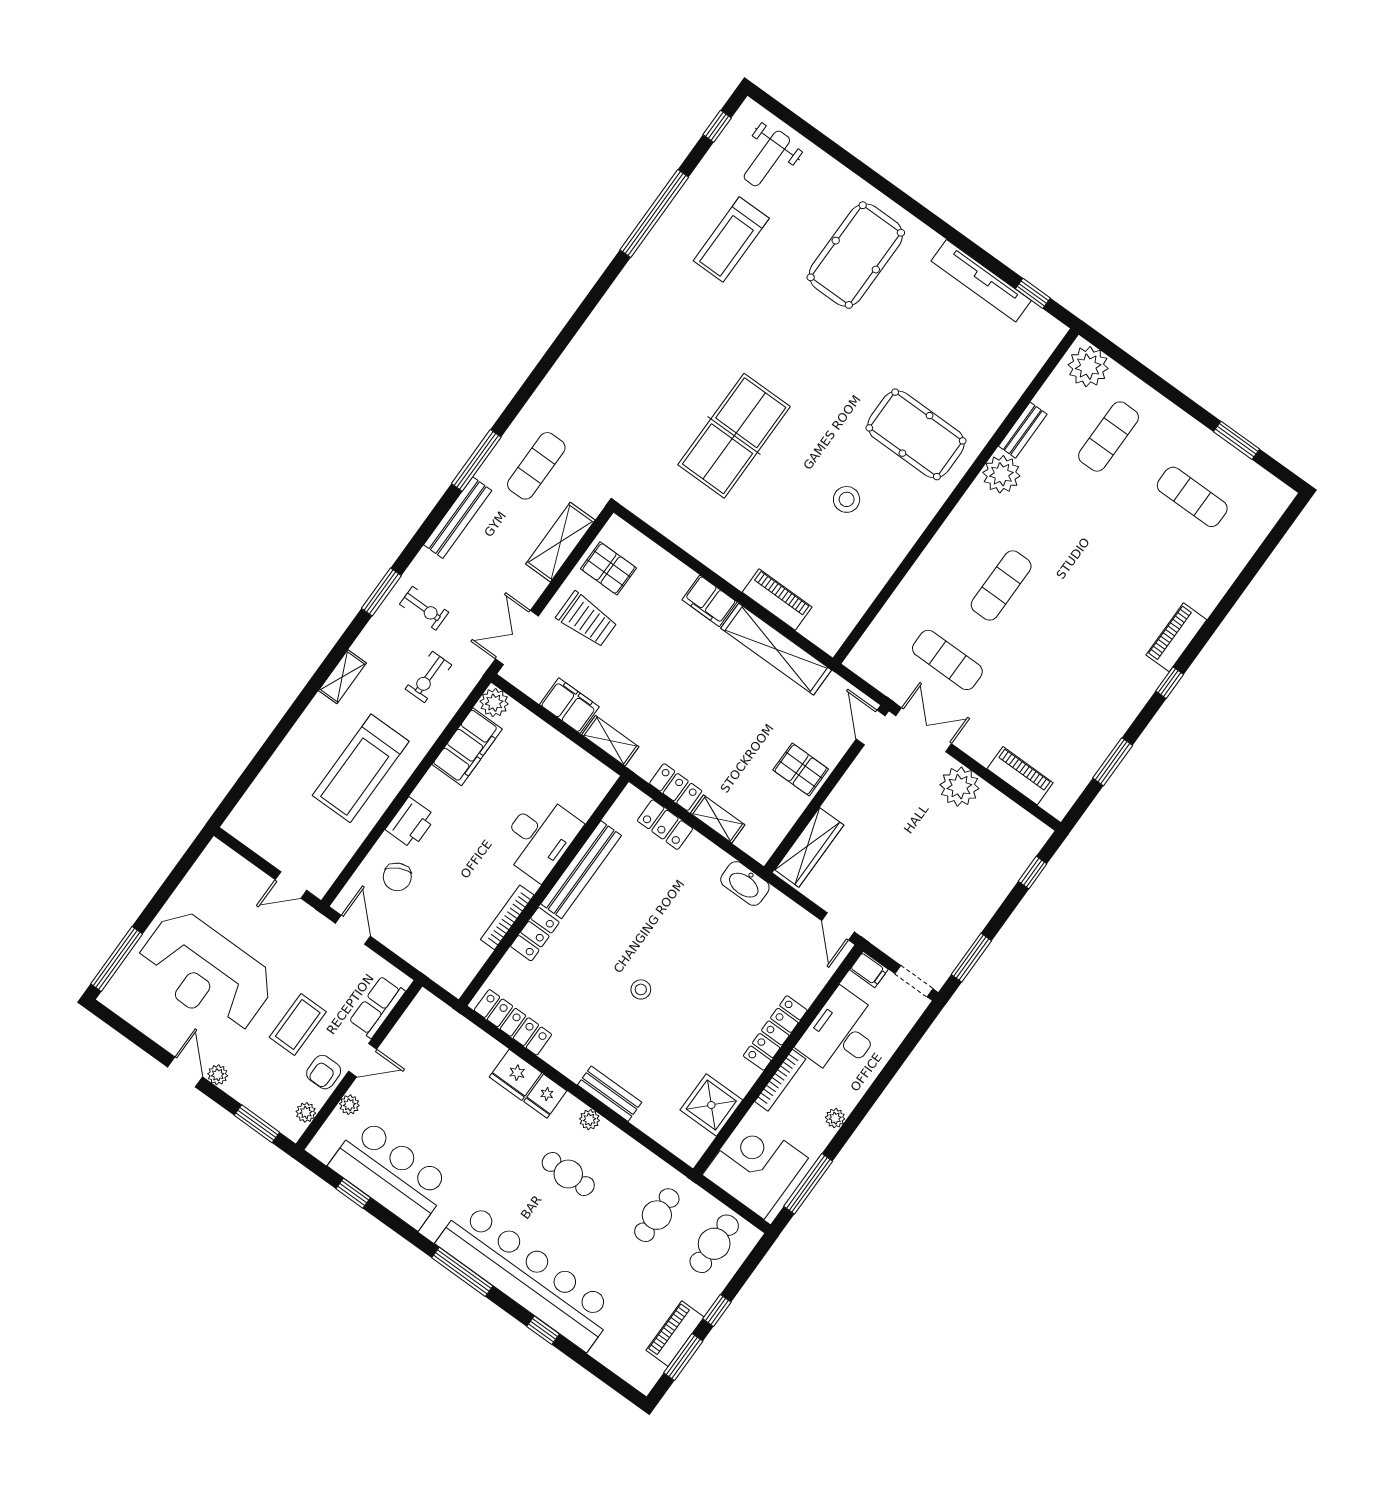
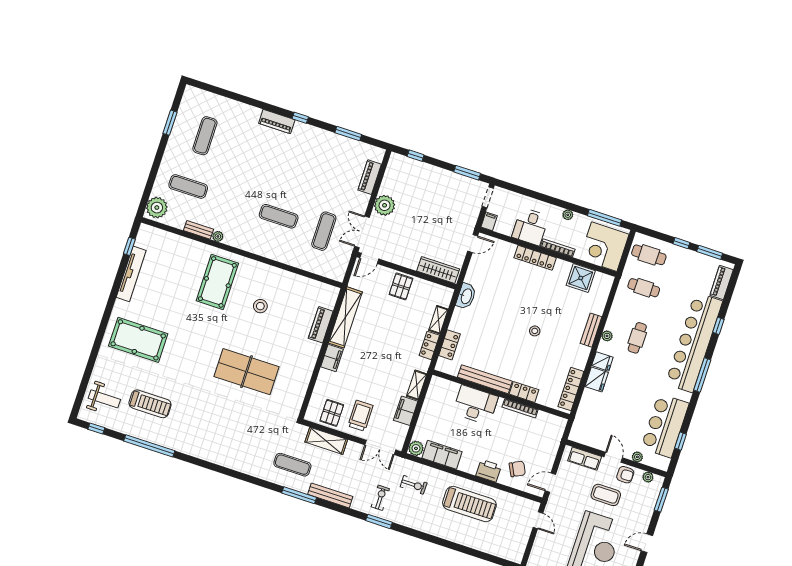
plant: (1001, 474) -> (218, 236), width x0.53, depth x0.53
shelving: (342, 677) -> (427, 527), removed
desk: (841, 1034) -> (530, 227), width x0.73
plant: (218, 1075) -> (643, 527), removed
piano: (675, 1334) -> (722, 282), moved, turned 90

